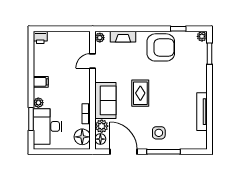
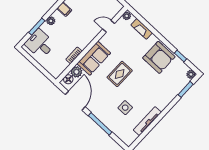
desk: (48, 126) -> (40, 44), width x0.73
side table: (159, 133) -> (125, 108), moved
floor lamp: (82, 137) -> (58, 67), removed

